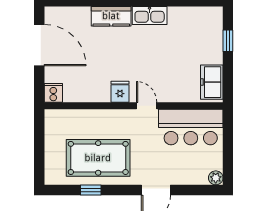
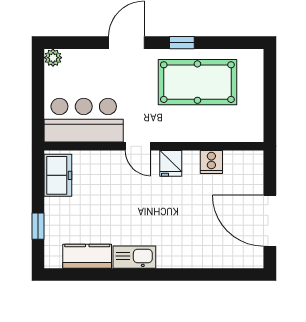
kitchen counter: (111, 16) -> (87, 256), moved
cooker: (53, 93) -> (211, 162), moved
window: (91, 190) -> (182, 43), moved

